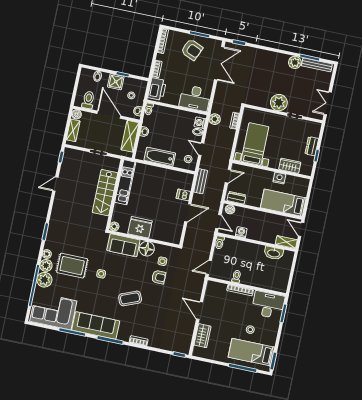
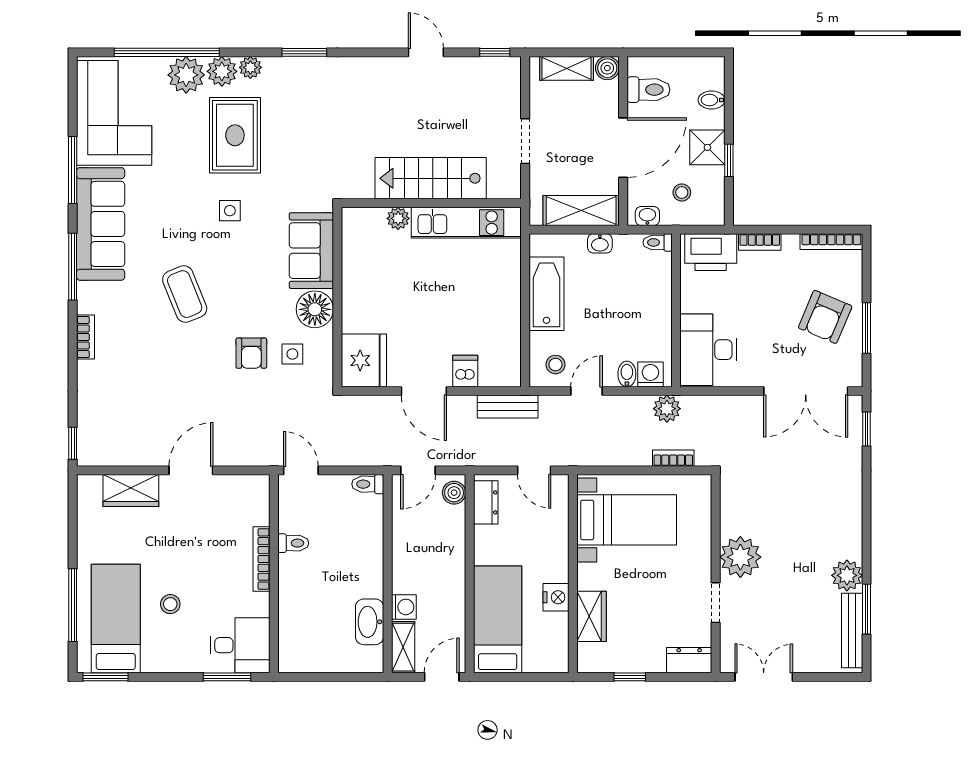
dresser: (312, 146) -> (689, 660), moved
plant: (114, 226) -> (398, 218), moved
fridge: (140, 227) -> (364, 360), moved
washing machine: (241, 232) -> (404, 607), moved
desk: (268, 305) -> (240, 645), width x0.73

